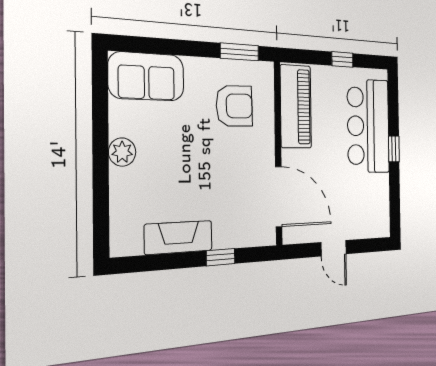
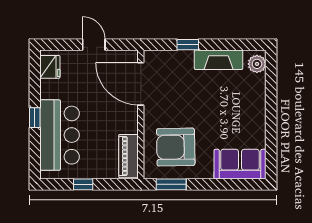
armchair: (234, 106) -> (176, 147), width x1.36, depth x1.36
piano: (296, 107) -> (129, 156), width x0.73, depth x0.75
plant: (122, 152) -> (257, 64), moved
fridge: (380, 215) -> (50, 67), added

